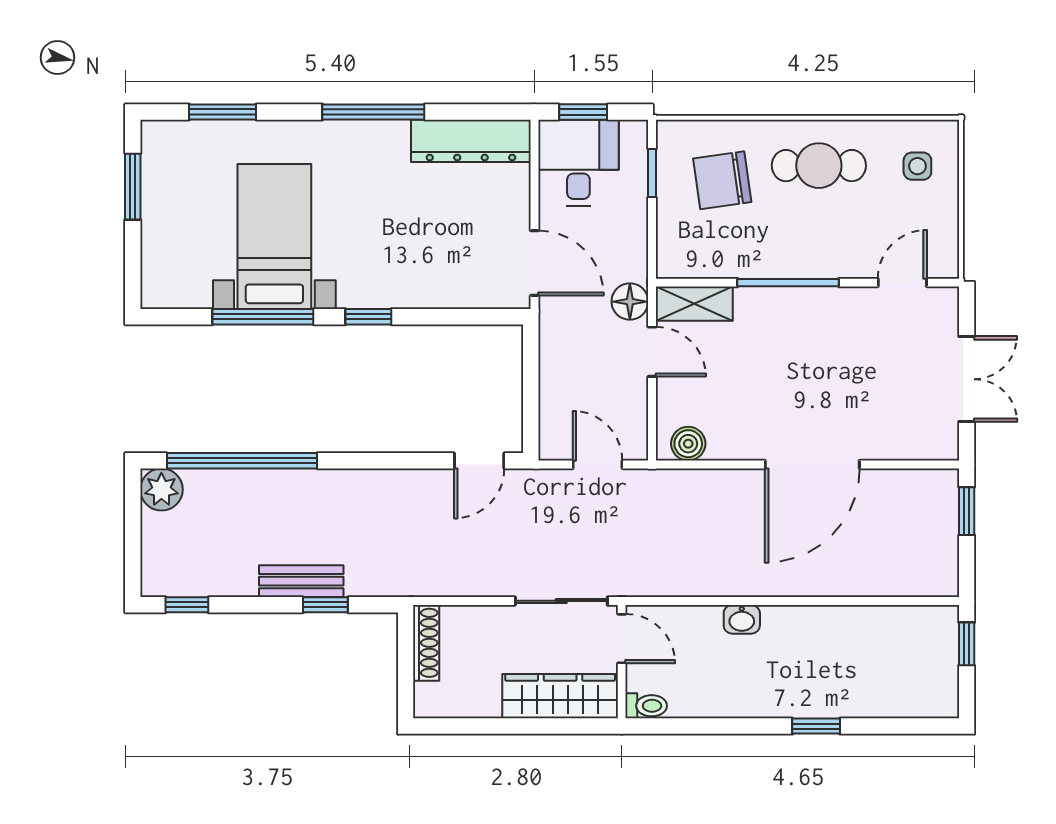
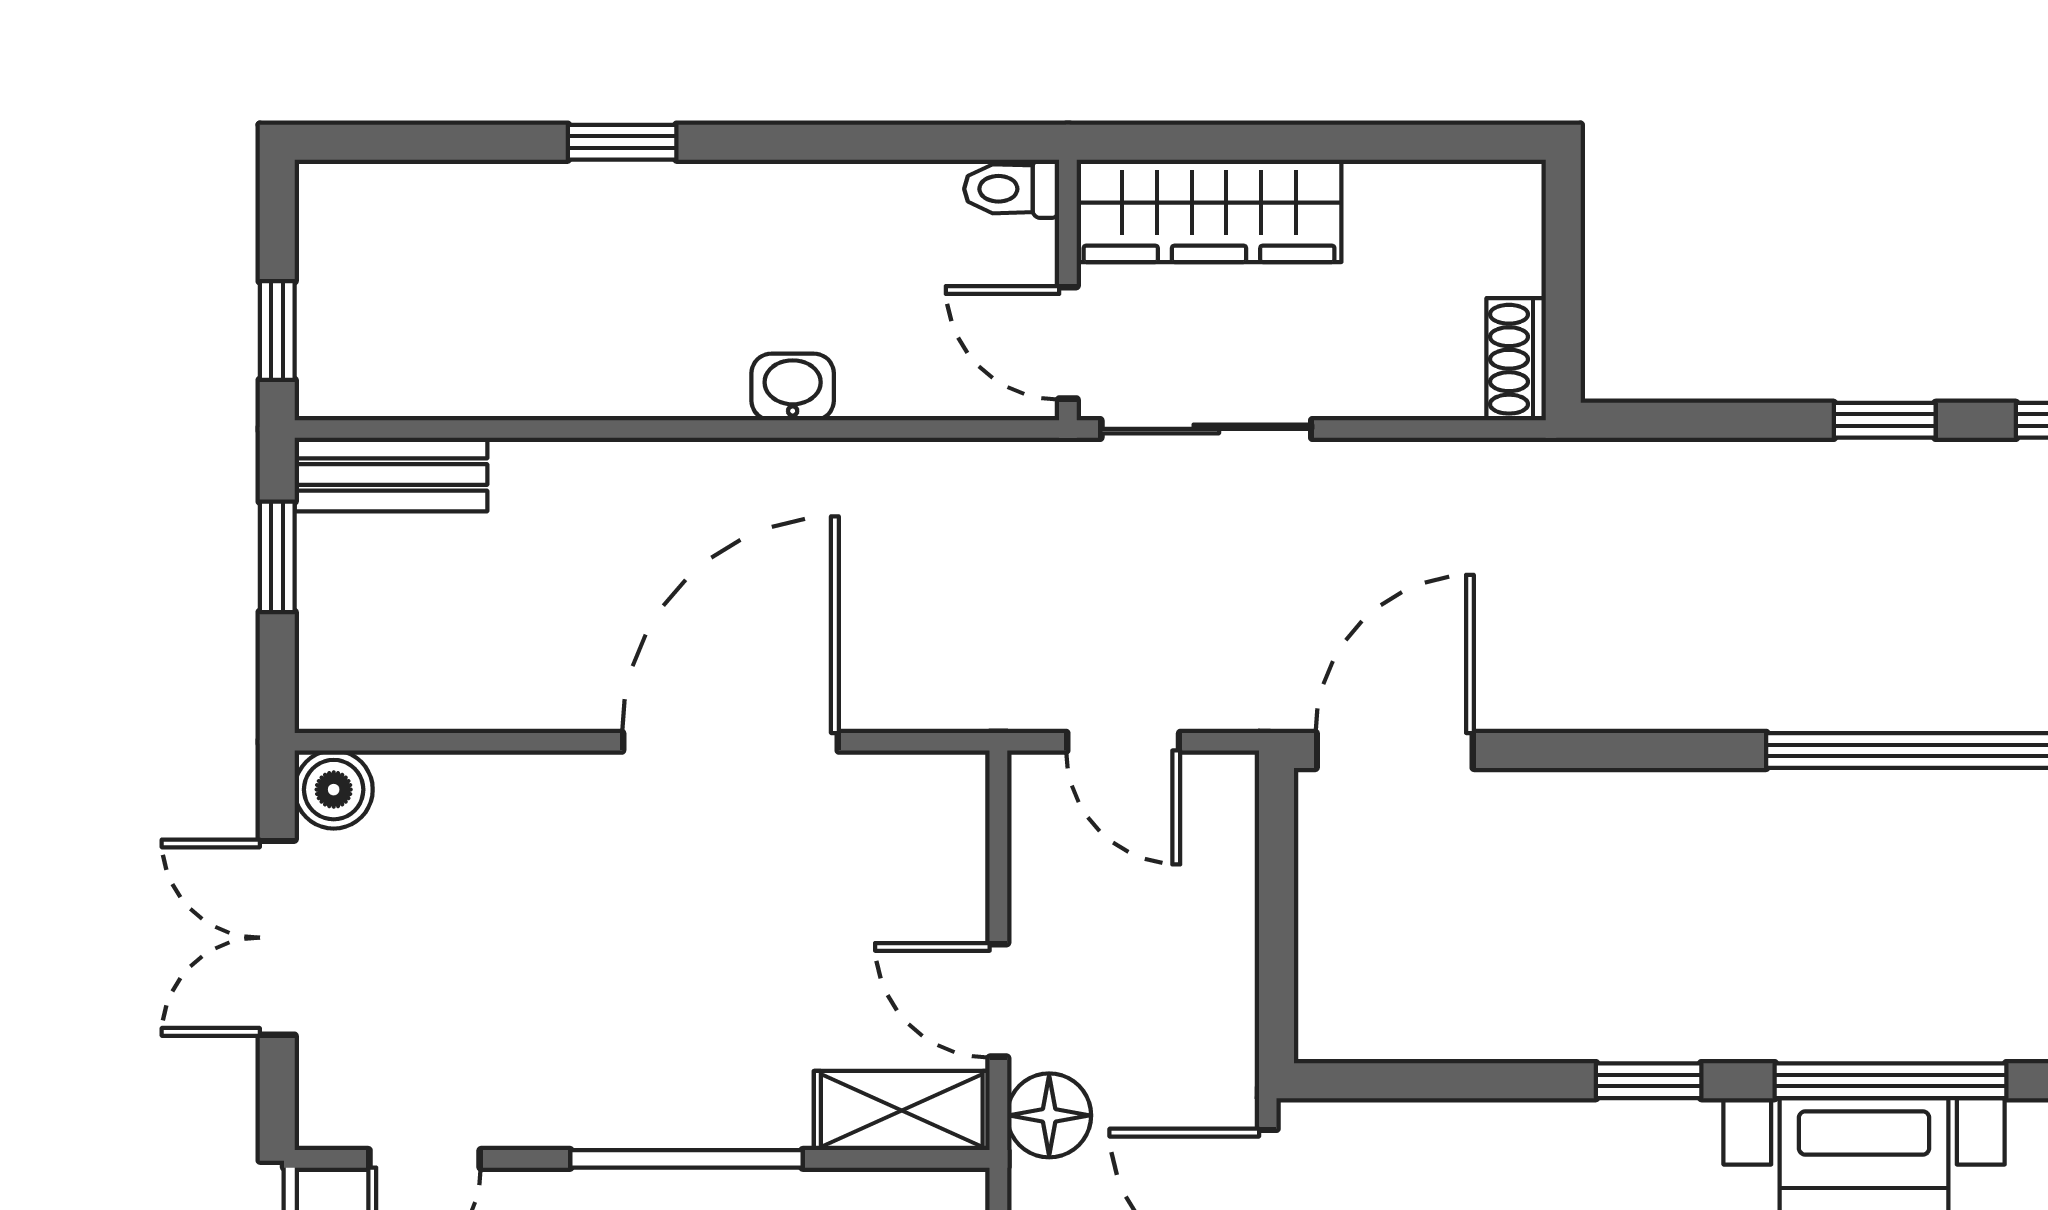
boiler: (688, 444) -> (334, 790), moved
door: (479, 461) -> (1395, 750), width x1.38
door: (812, 465) -> (730, 742), moved
window: (967, 511) -> (277, 557), moved
bench: (301, 581) -> (391, 474), moved
window: (325, 605) -> (1885, 420), moved
shoe rack: (426, 643) -> (1516, 359), width x0.70

